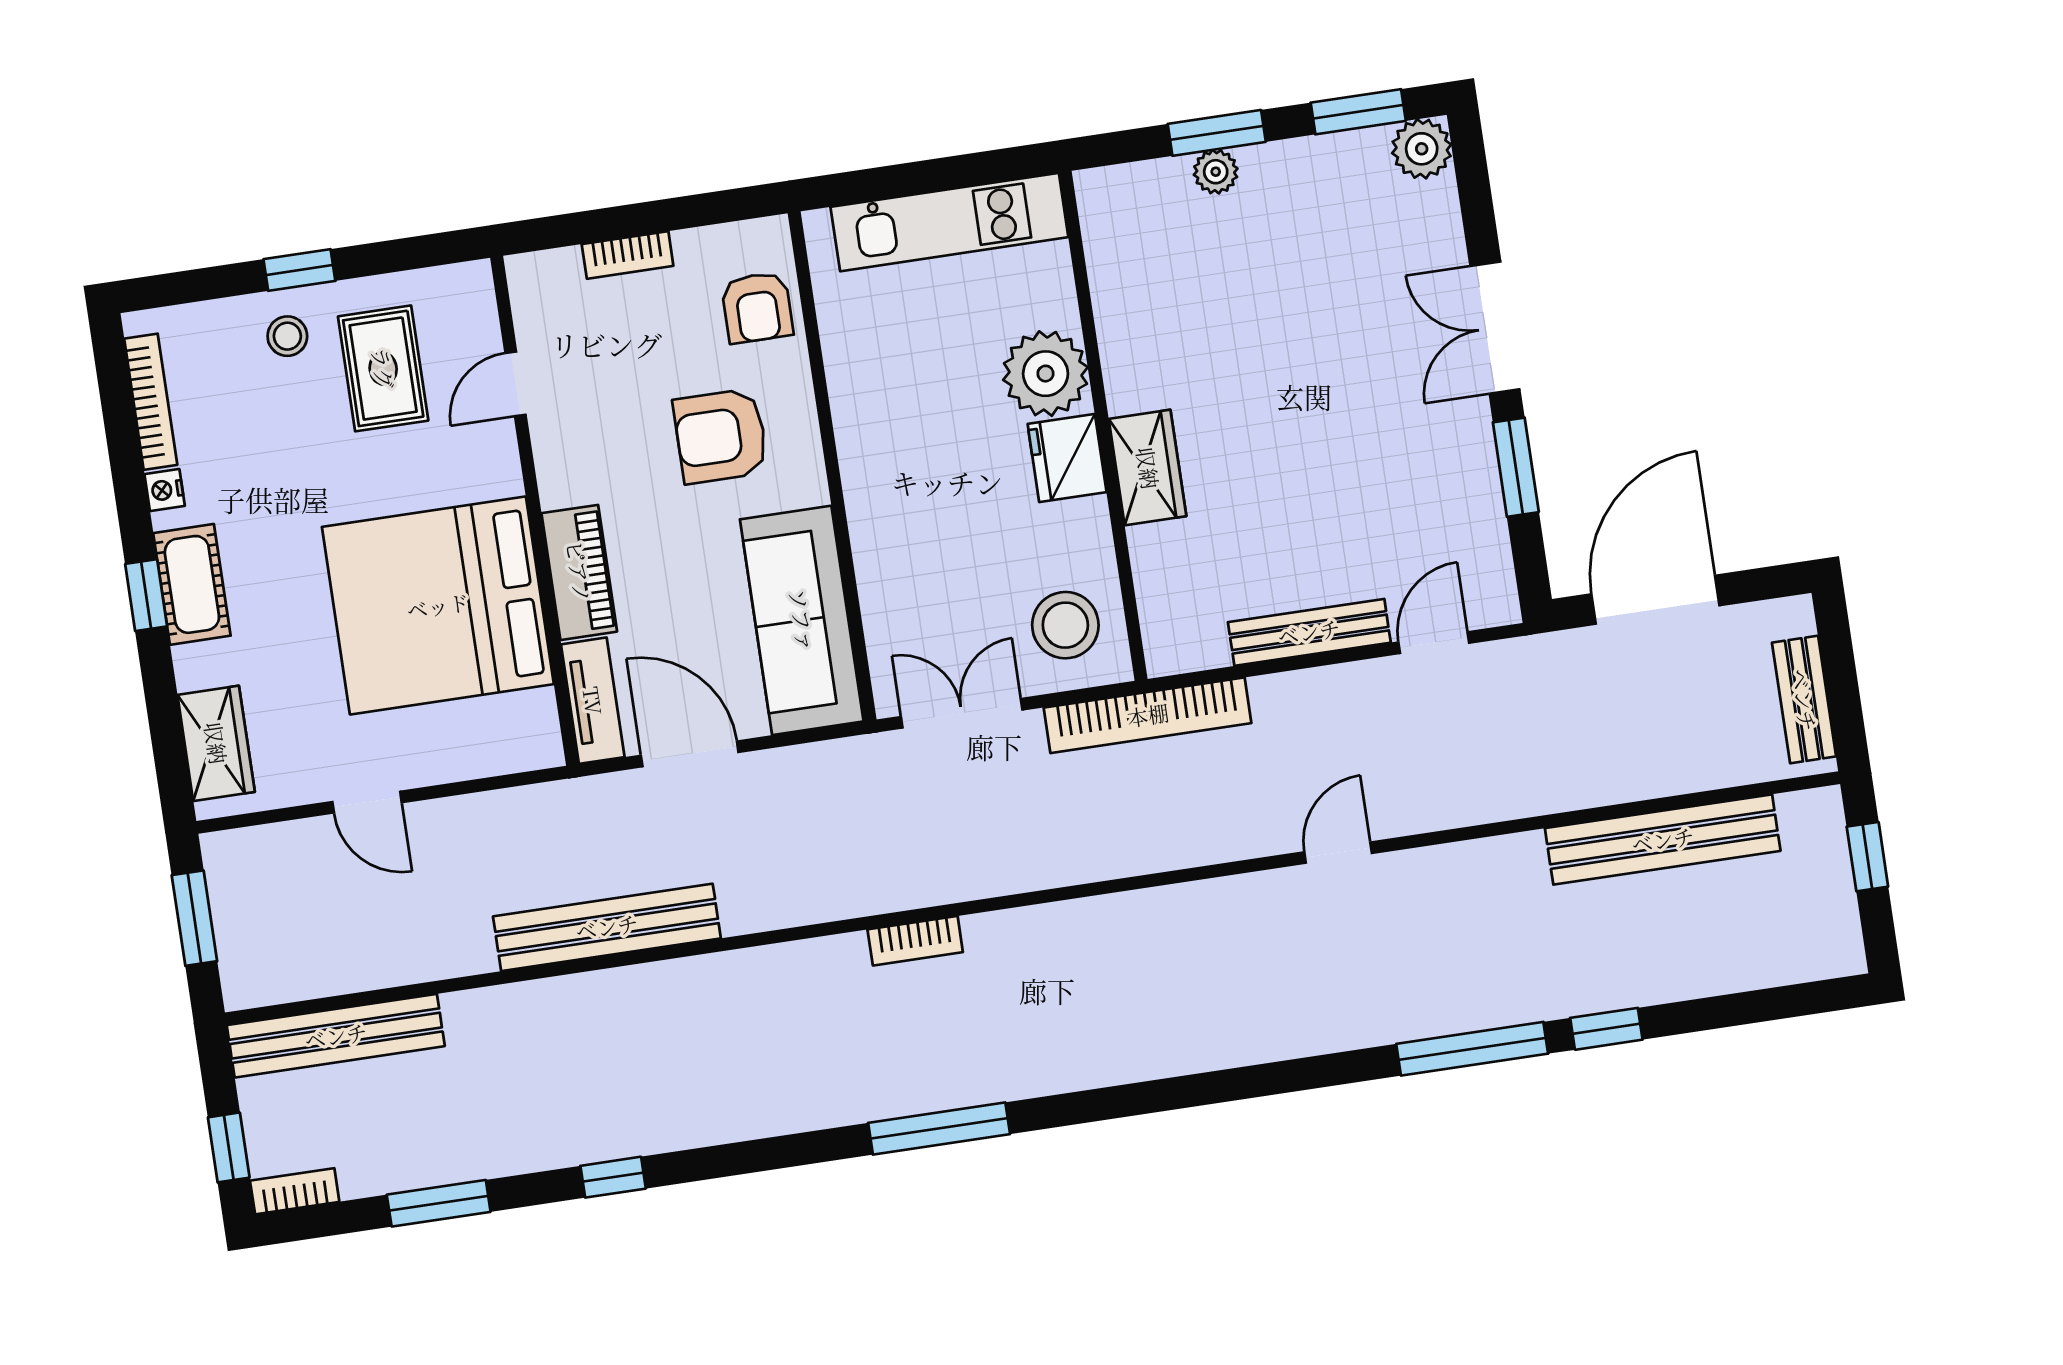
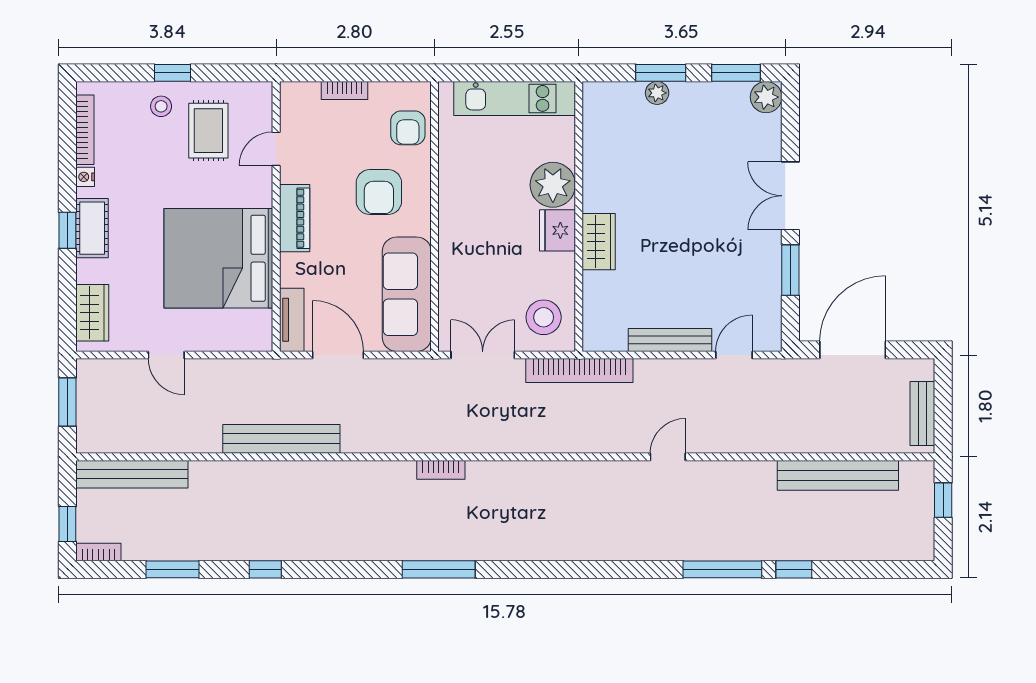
armchair: (721, 436) -> (379, 192), turned -90
piano: (579, 572) -> (295, 218), moved

